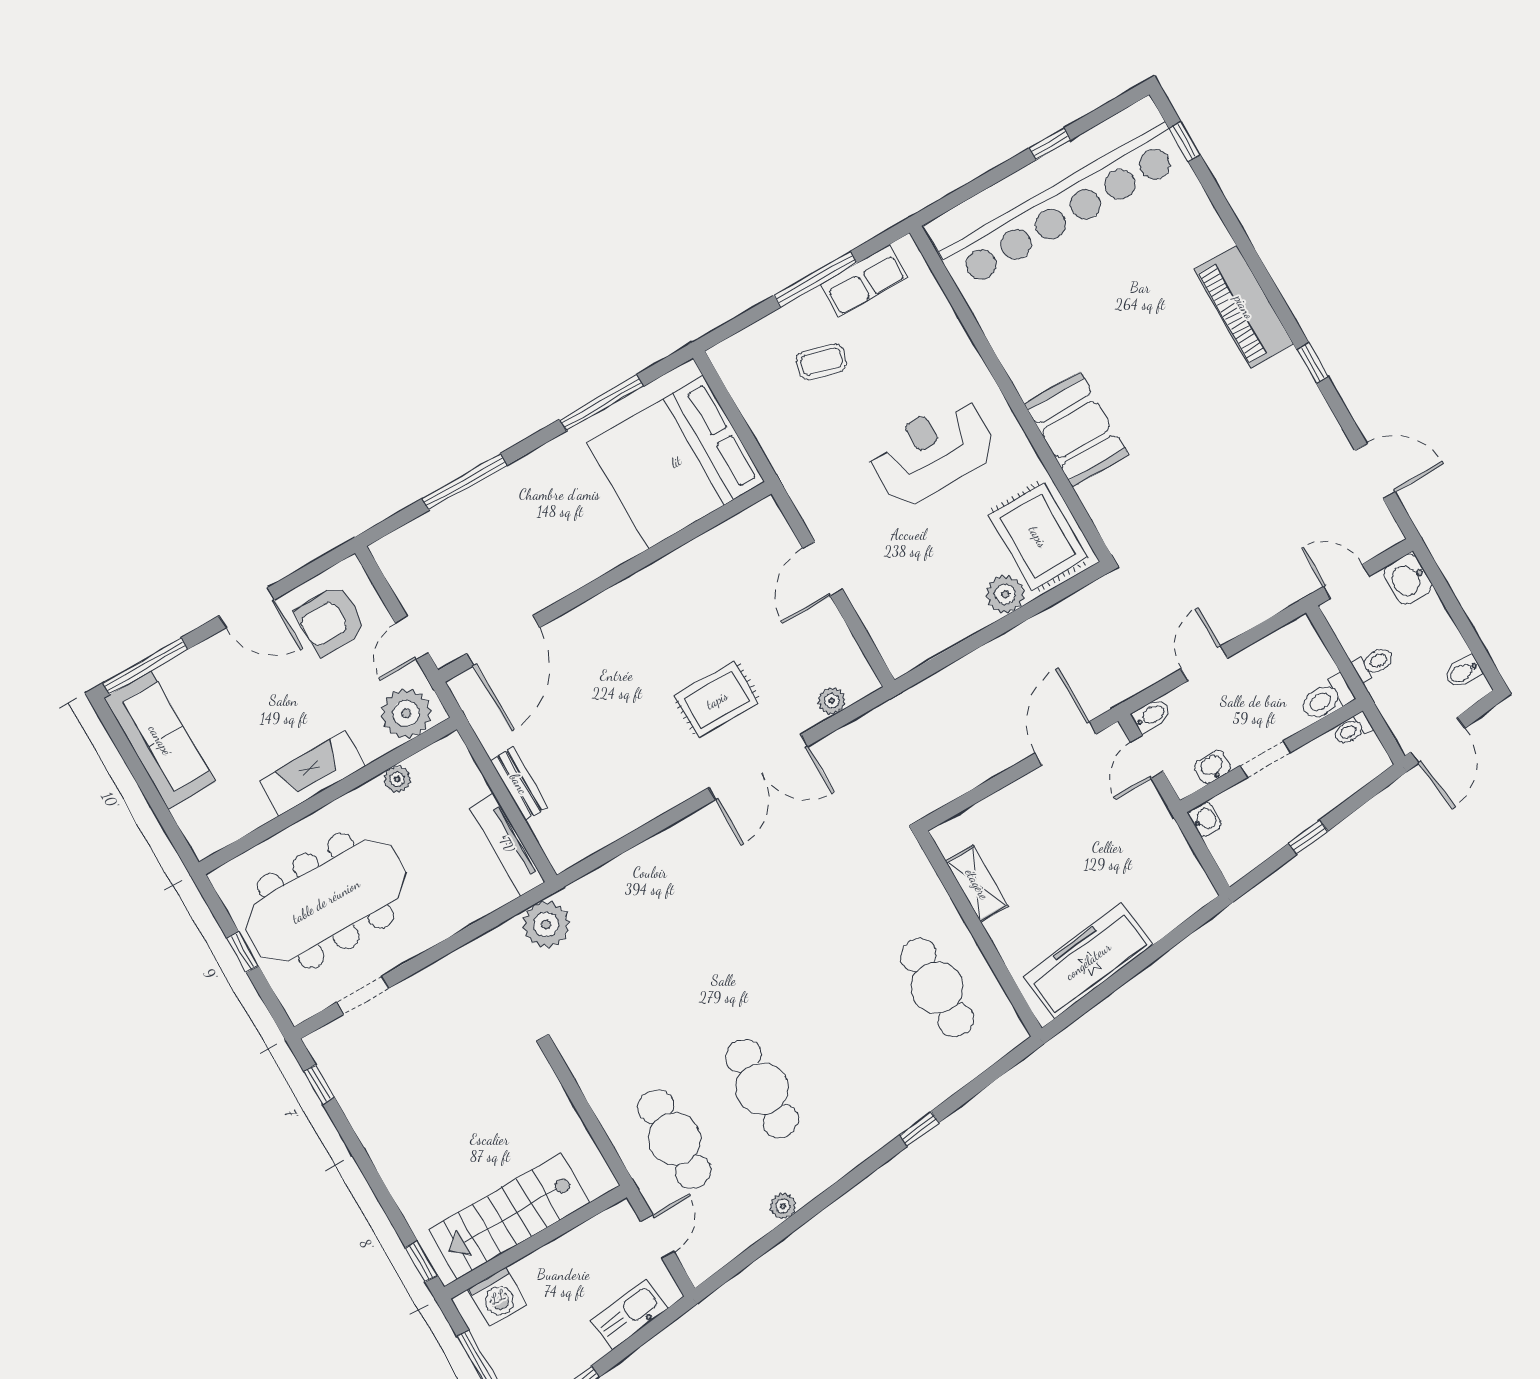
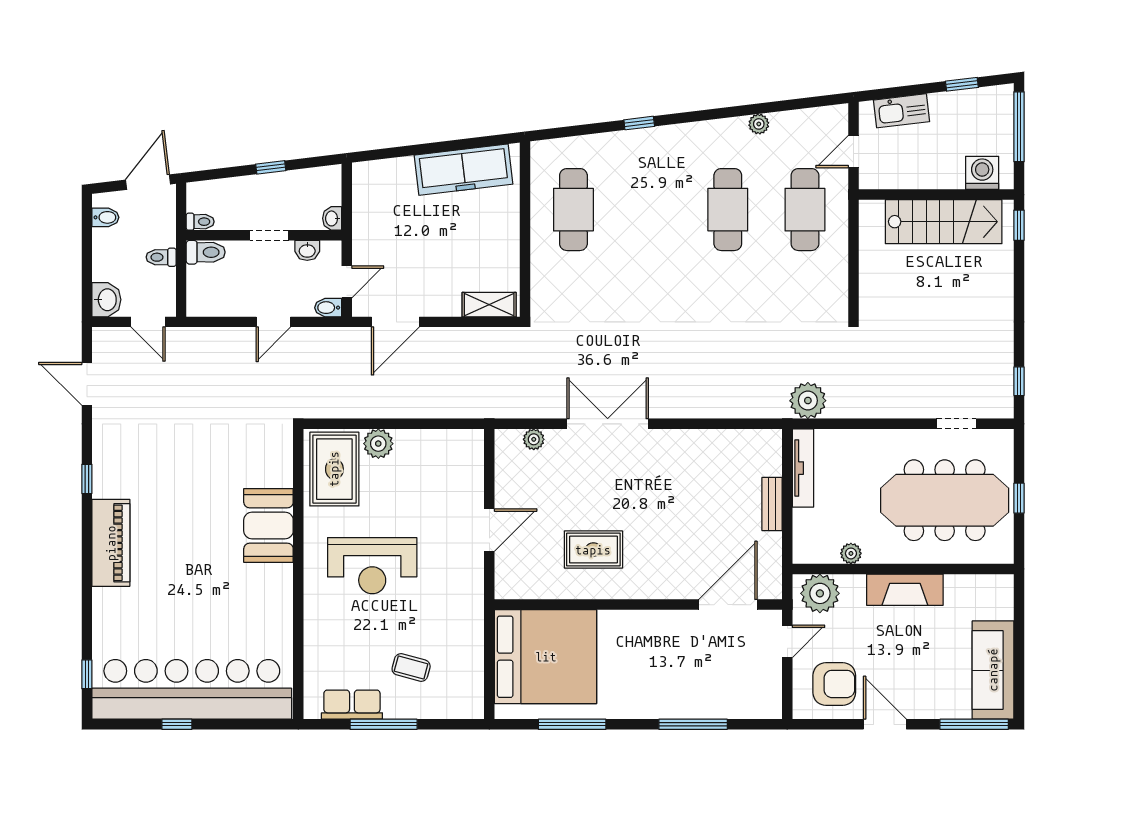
rug: (717, 700) -> (593, 550), moved
shelving: (977, 884) -> (489, 305), moved, turned 90

